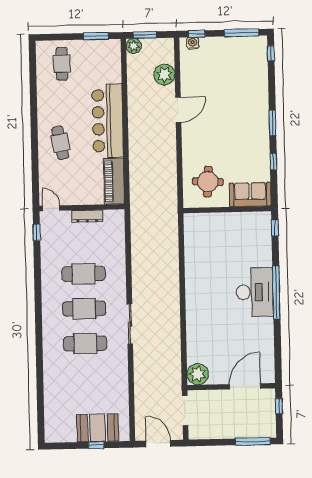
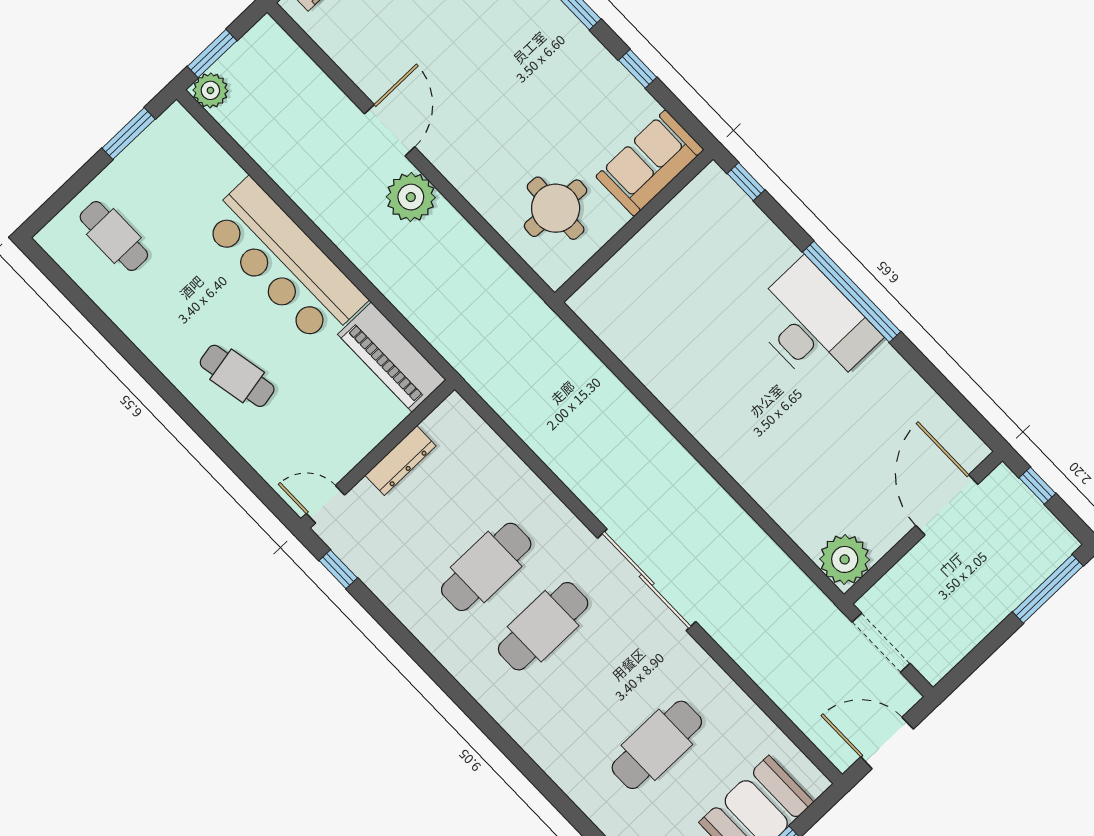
plant: (164, 75) -> (411, 197), moved
sliding door: (130, 324) -> (647, 580), width x1.36
cafe table: (85, 343) -> (657, 745), moved

